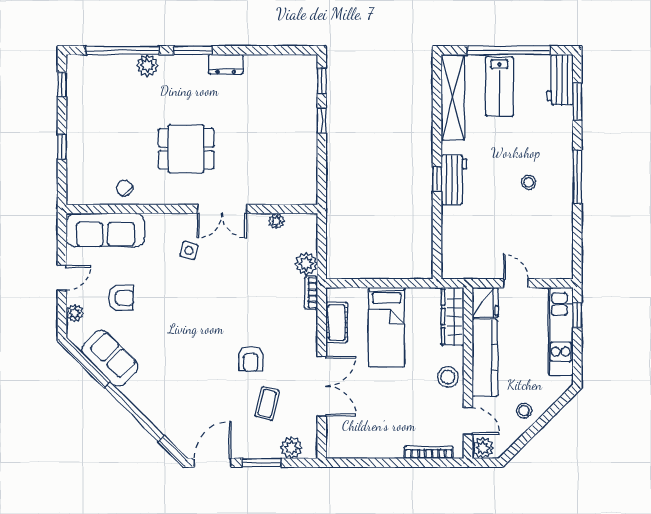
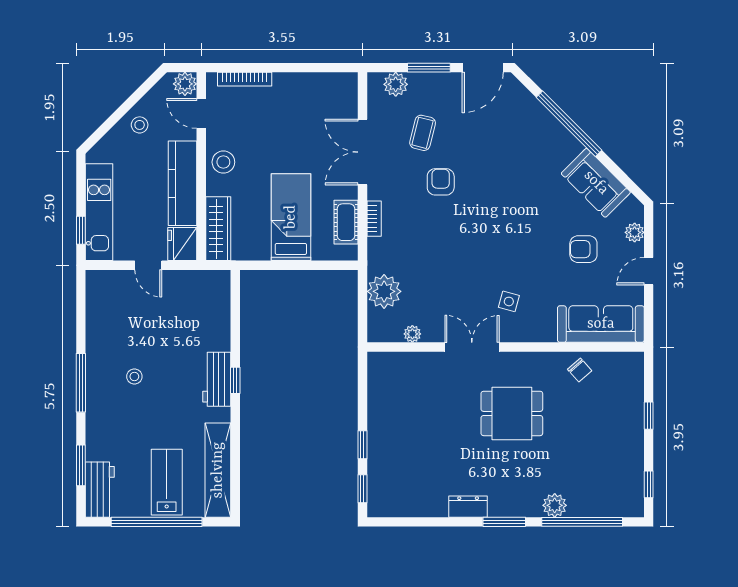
plant: (306, 264) -> (384, 291), width x1.36, depth x1.36
bookcase: (311, 293) -> (374, 219), moved

